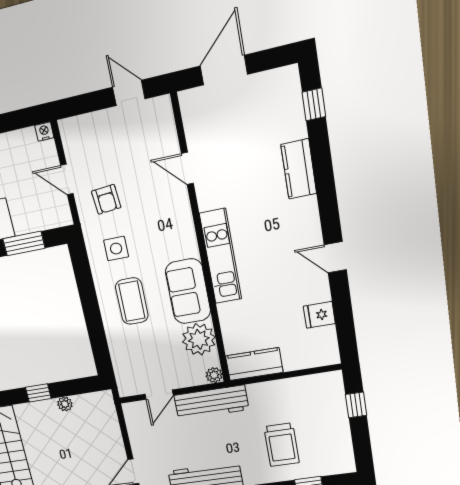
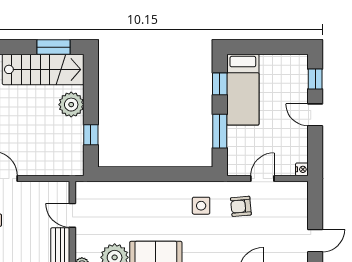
coffee table: (132, 301) -> (156, 209), removed
window: (38, 393) -> (91, 135), moved
plant: (65, 404) -> (71, 105), moved, width x1.88, depth x1.88

